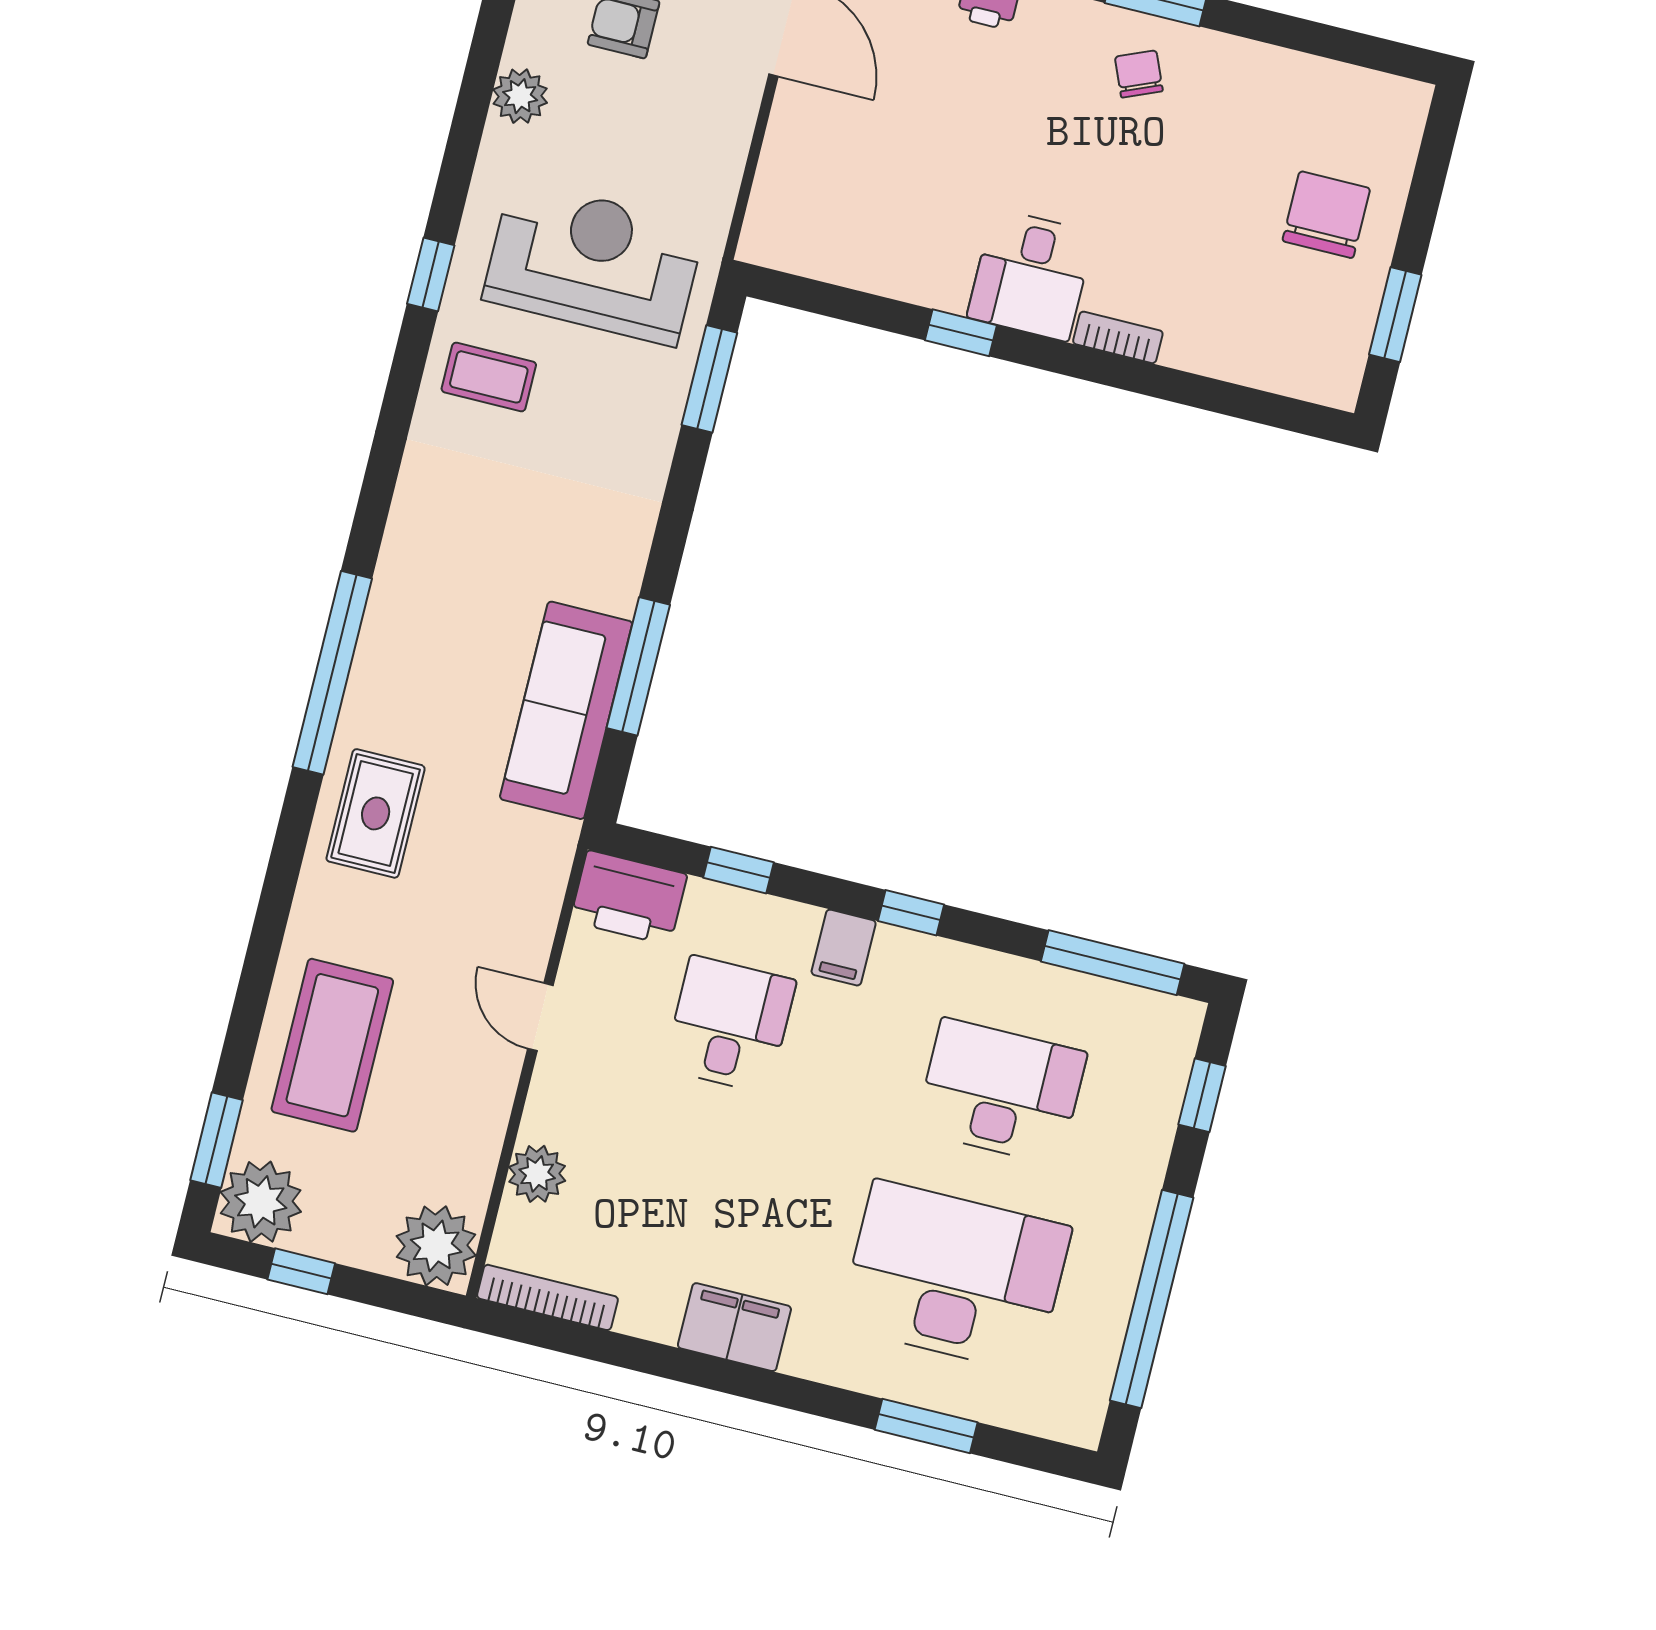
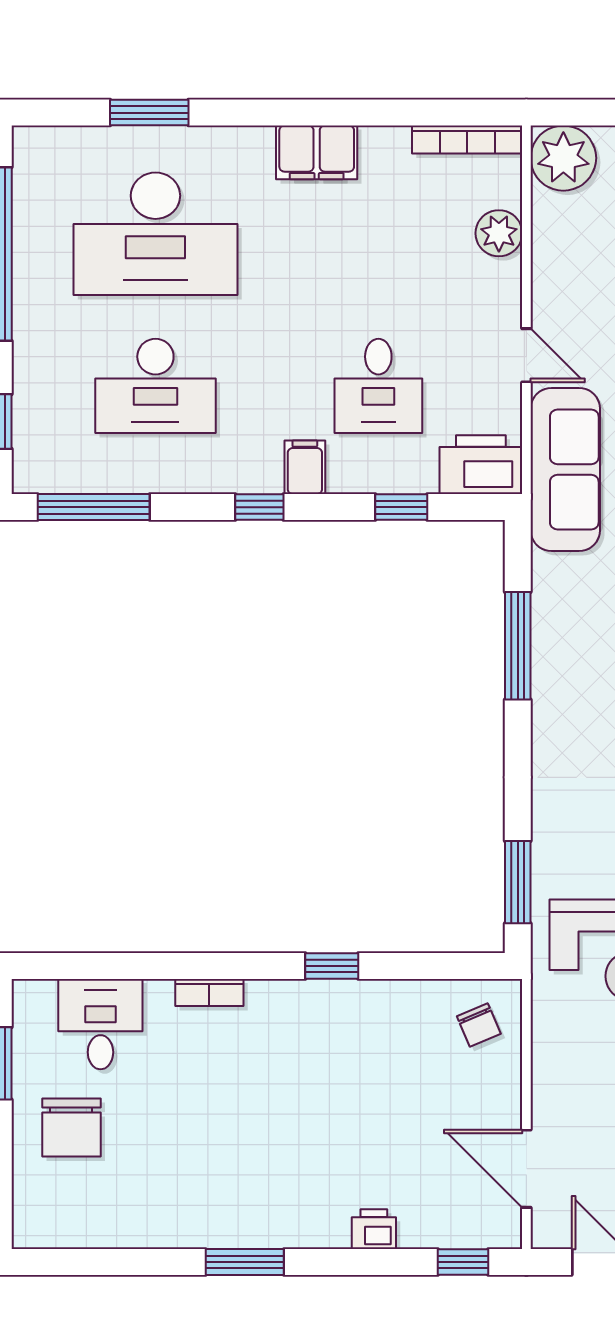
chair: (1139, 74) -> (479, 1025), moved
desk: (1031, 275) -> (100, 1024), moved
sofa: (566, 710) -> (565, 470), moved

